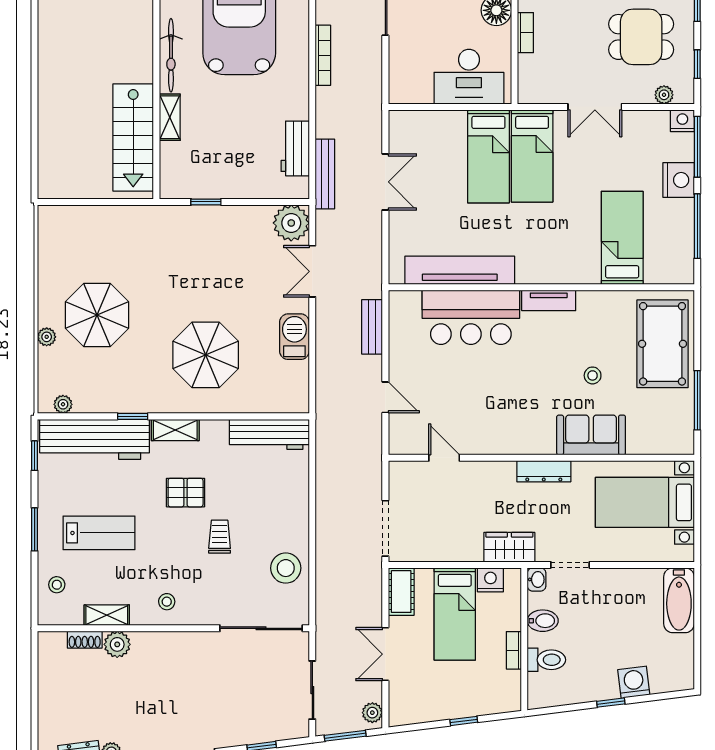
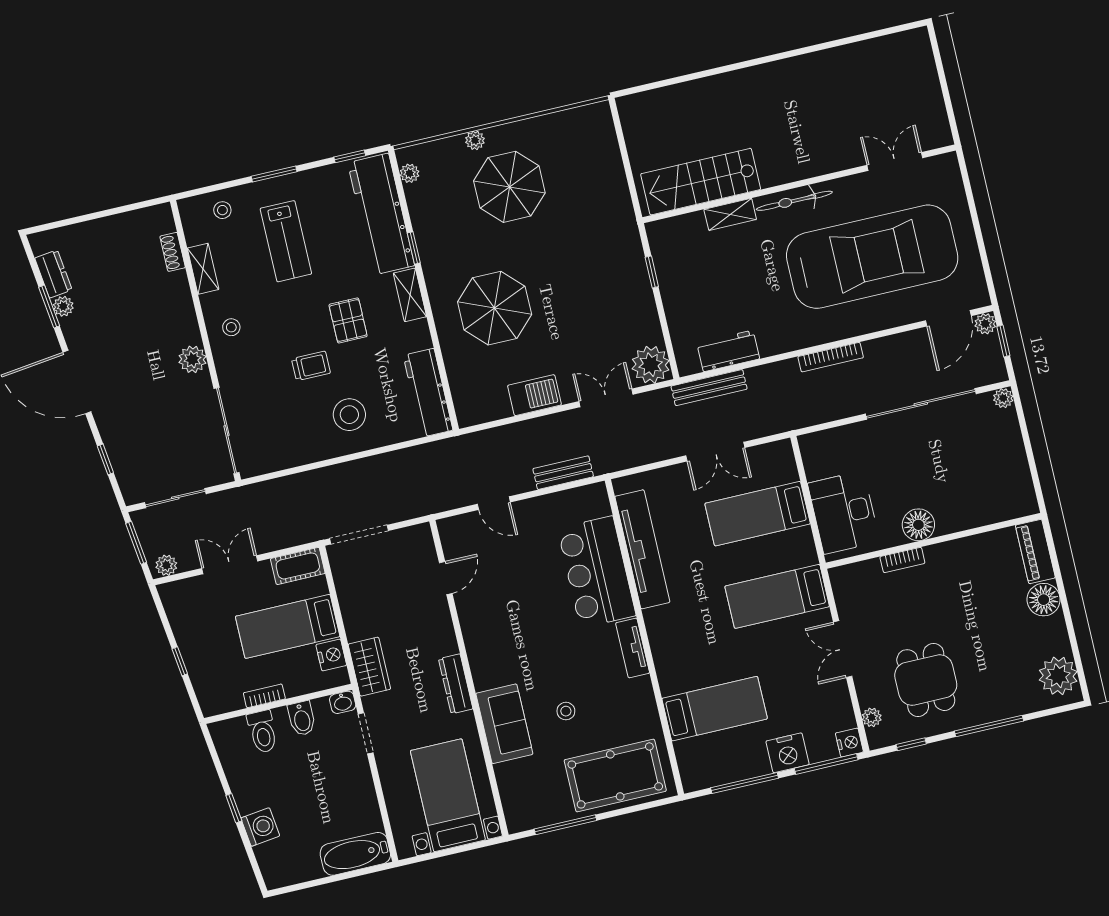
bed: (488, 156) -> (758, 514), moved
door: (385, 397) -> (494, 503), hinge flipped
stool: (286, 568) -> (349, 415), moved
plant: (117, 644) -> (192, 359), moved

